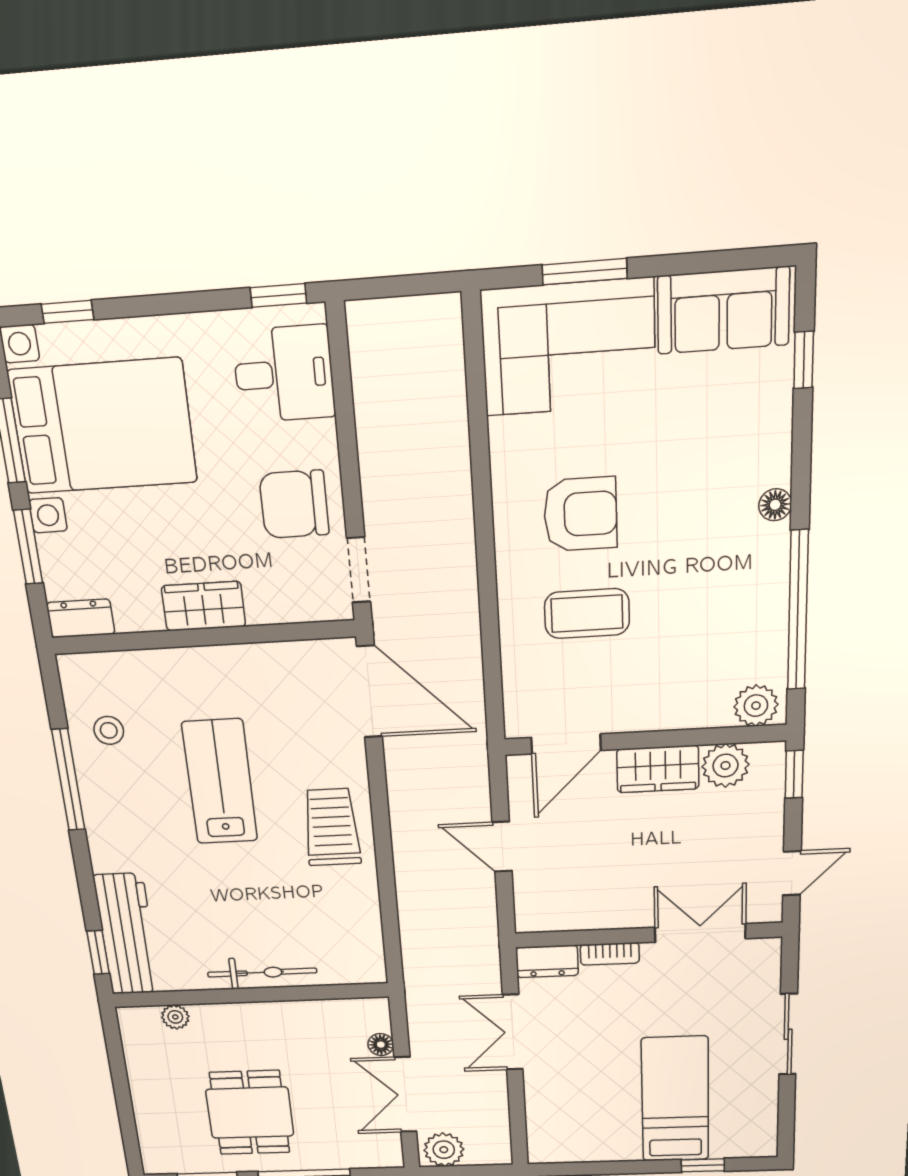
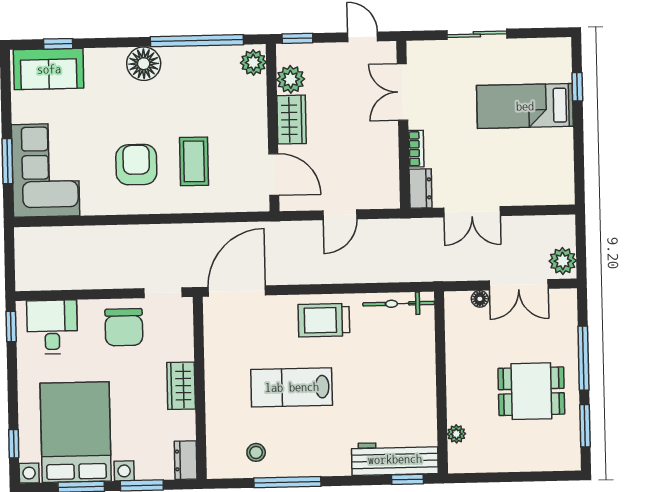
sofa: (723, 310) -> (49, 69), moved, turned 90
floor lamp: (775, 505) -> (144, 64), width x1.89, depth x1.89
bicycle: (262, 973) -> (399, 304), moved, turned -90

